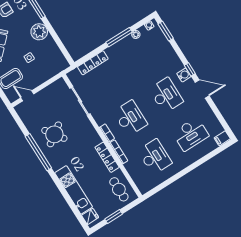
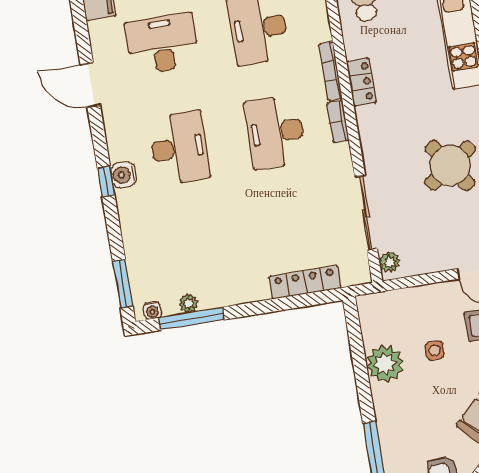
plant: (39, 32) -> (385, 364), moved
window: (119, 37) -> (191, 319), moved
plant: (62, 85) -> (390, 262), added
door: (202, 89) -> (90, 85), moved
desk: (166, 95) -> (179, 148), turned 180
locker: (107, 157) -> (361, 82), width x0.66

